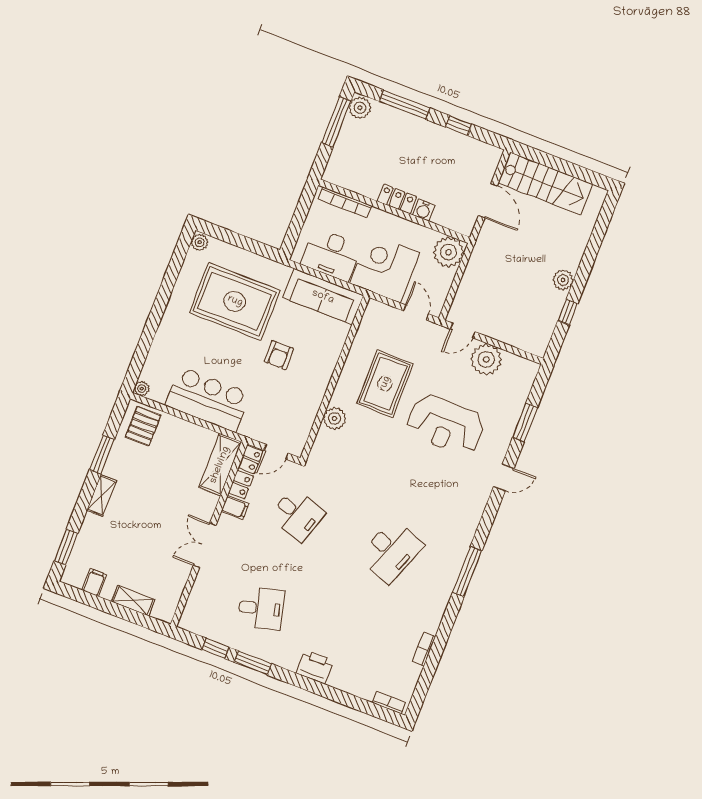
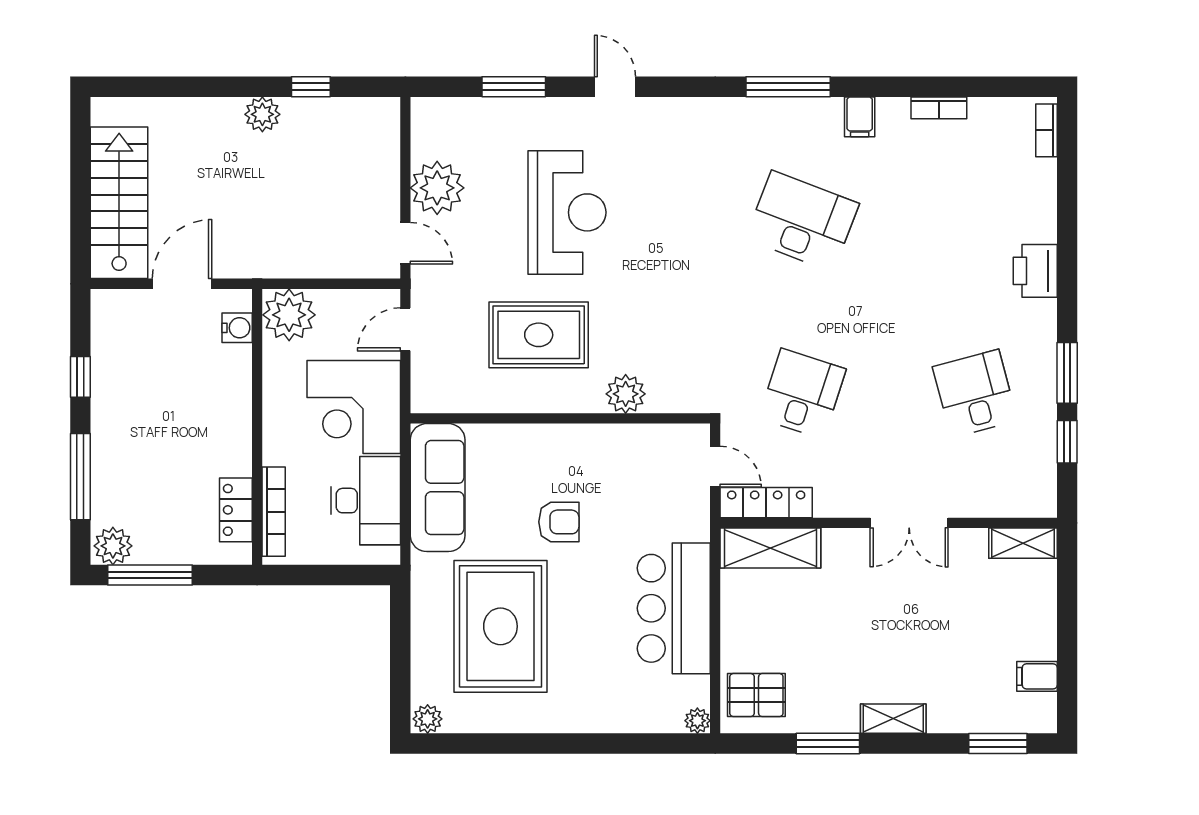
locker: (397, 199) -> (236, 510), moved
water cooler: (424, 210) -> (237, 328), moved
filing cabinet: (235, 508) -> (860, 117), moved, turned 180
shelving: (133, 601) -> (1023, 543), moved, turned 90

